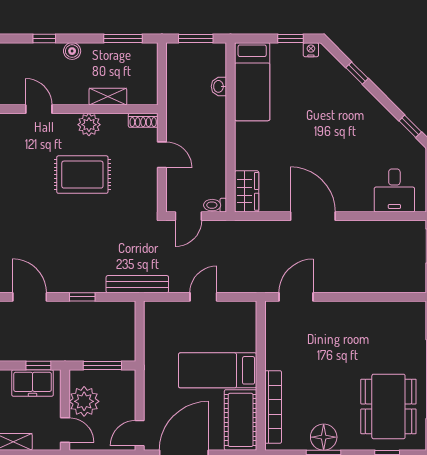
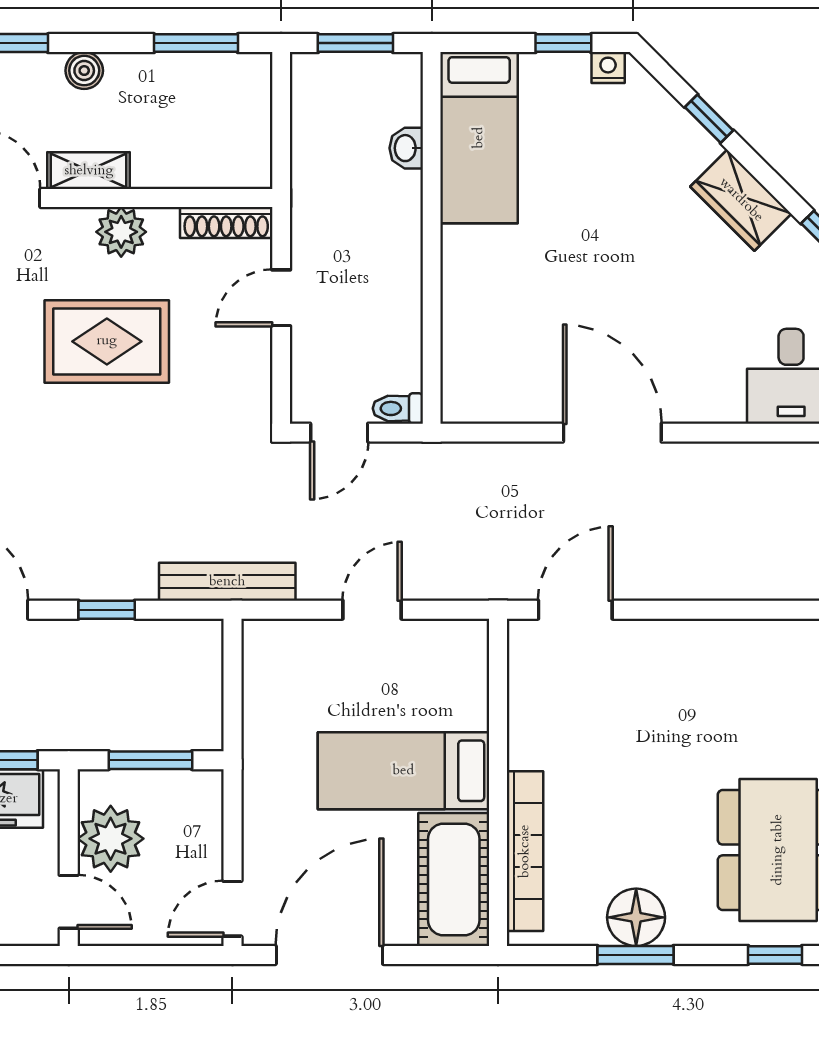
shelving: (108, 97) -> (89, 171), moved
shoe rack: (143, 120) -> (226, 223), width x1.43
door: (162, 155) -> (281, 298), swing flipped
wardrobe: (247, 191) -> (741, 200), moved, turned 135

